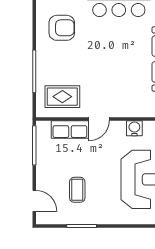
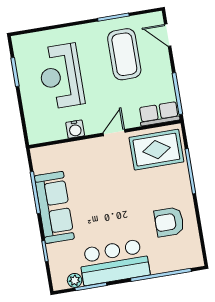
rug: (62, 97) -> (156, 150), width x1.36, depth x1.43
row of seats: (70, 129) -> (159, 114), moved
coffee table: (77, 190) -> (124, 54), width x1.86, depth x1.72

